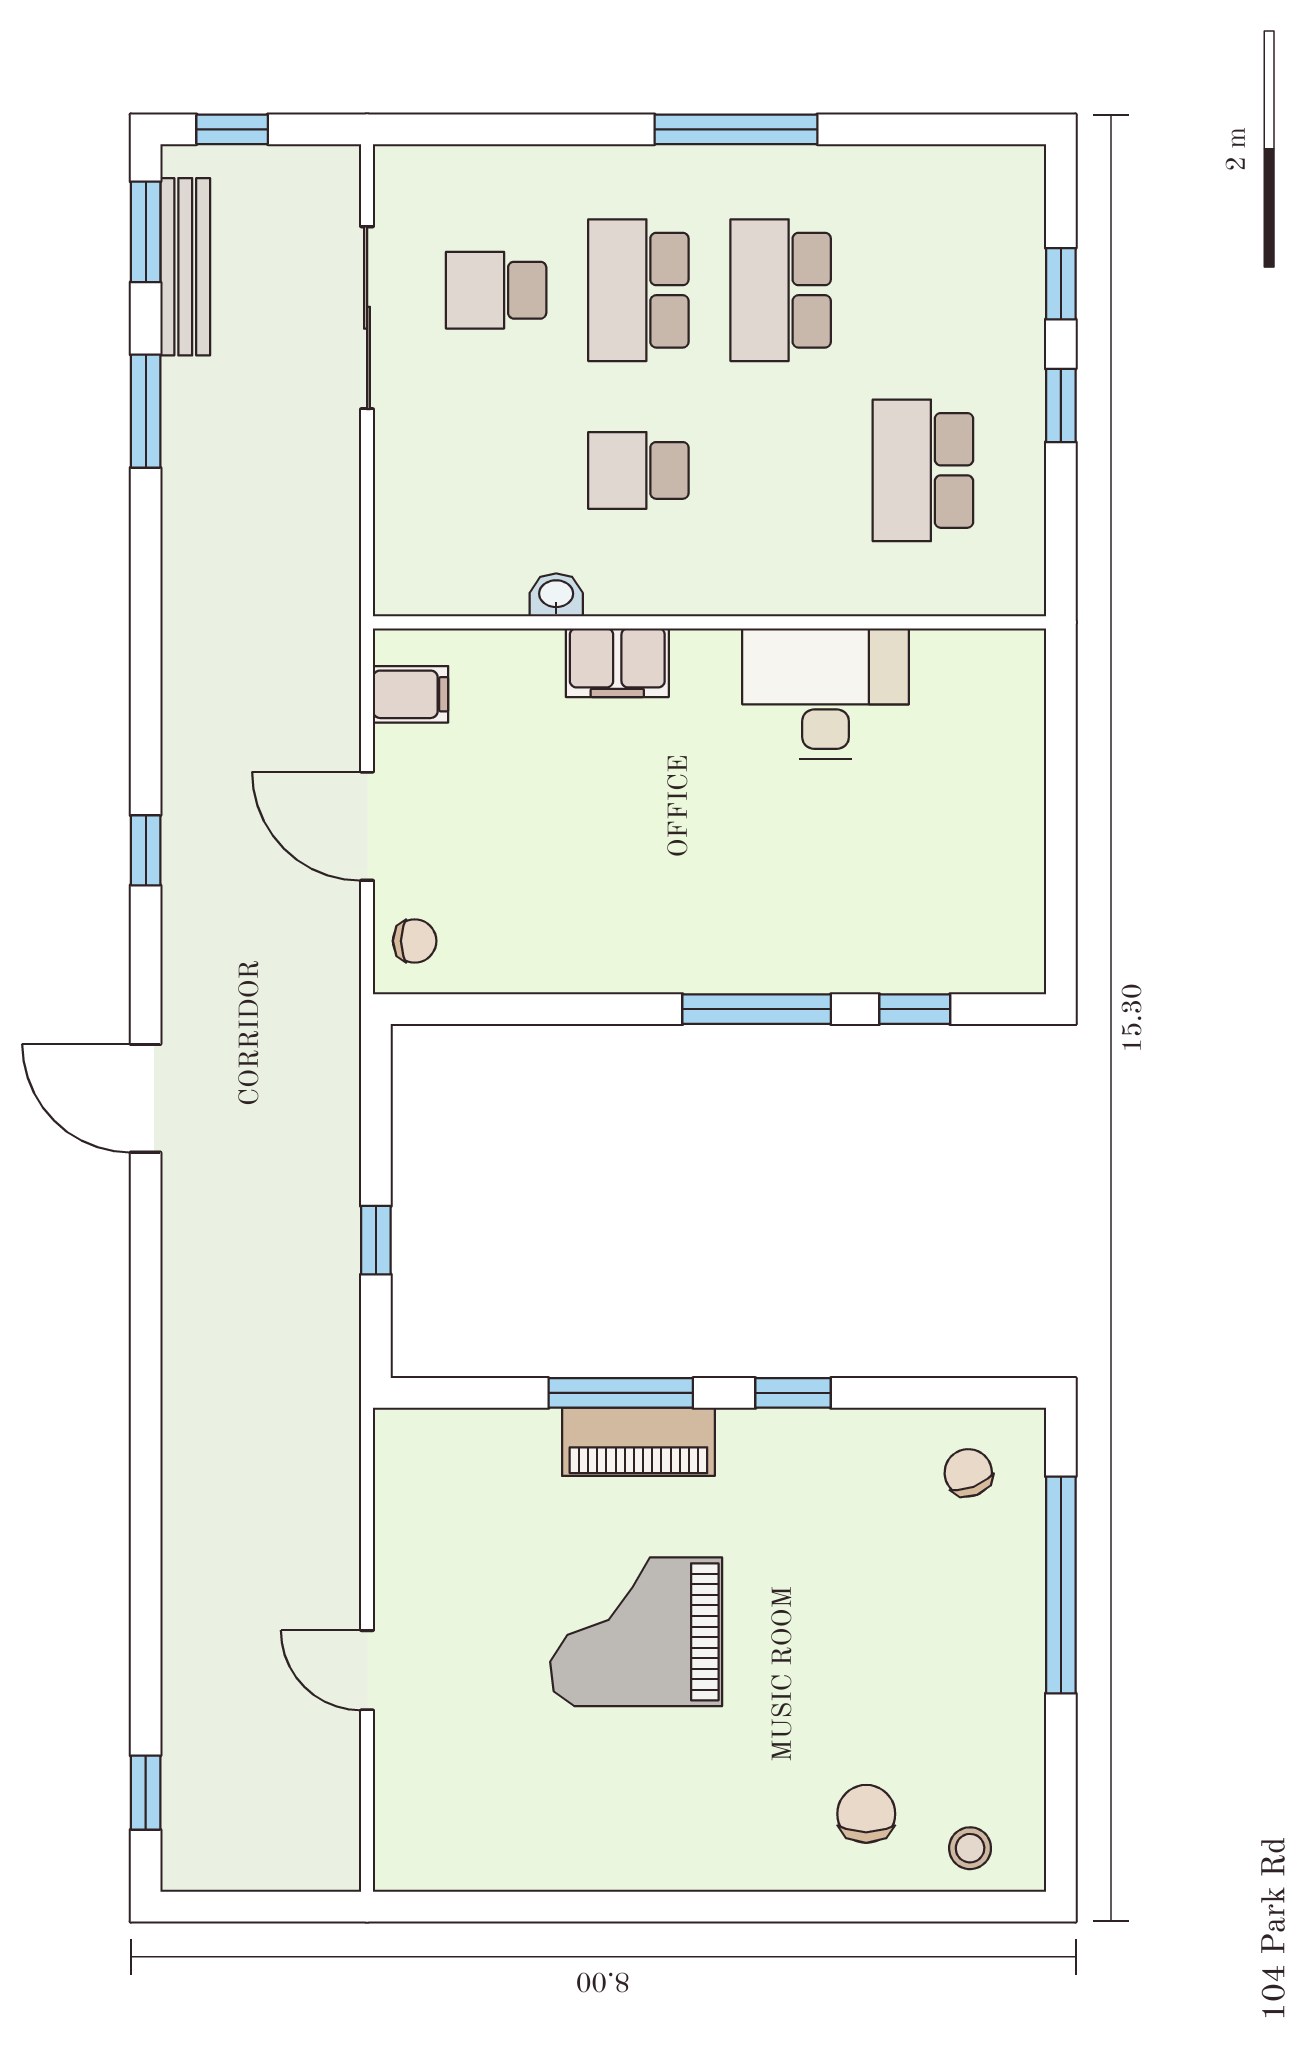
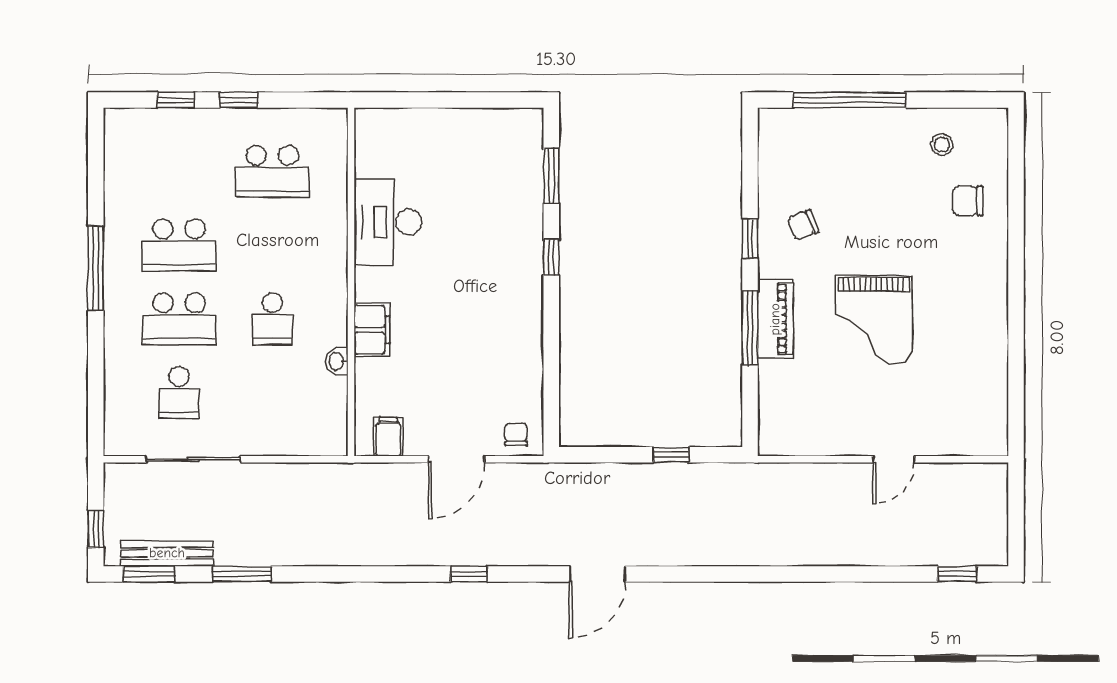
window: (757, 1009) -> (551, 258), width x0.46
window: (915, 1009) -> (551, 176), width x1.50
chair: (968, 1473) -> (803, 225), moved
stool: (970, 1848) -> (942, 145), moved

